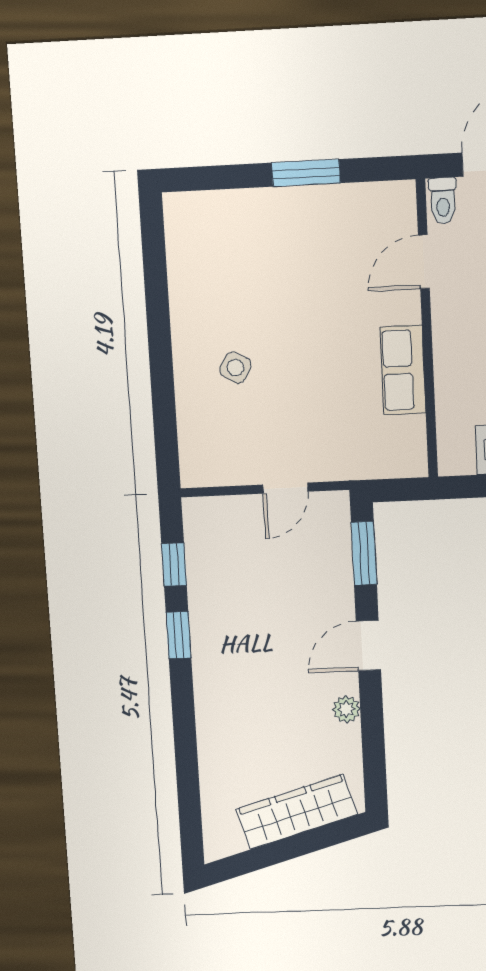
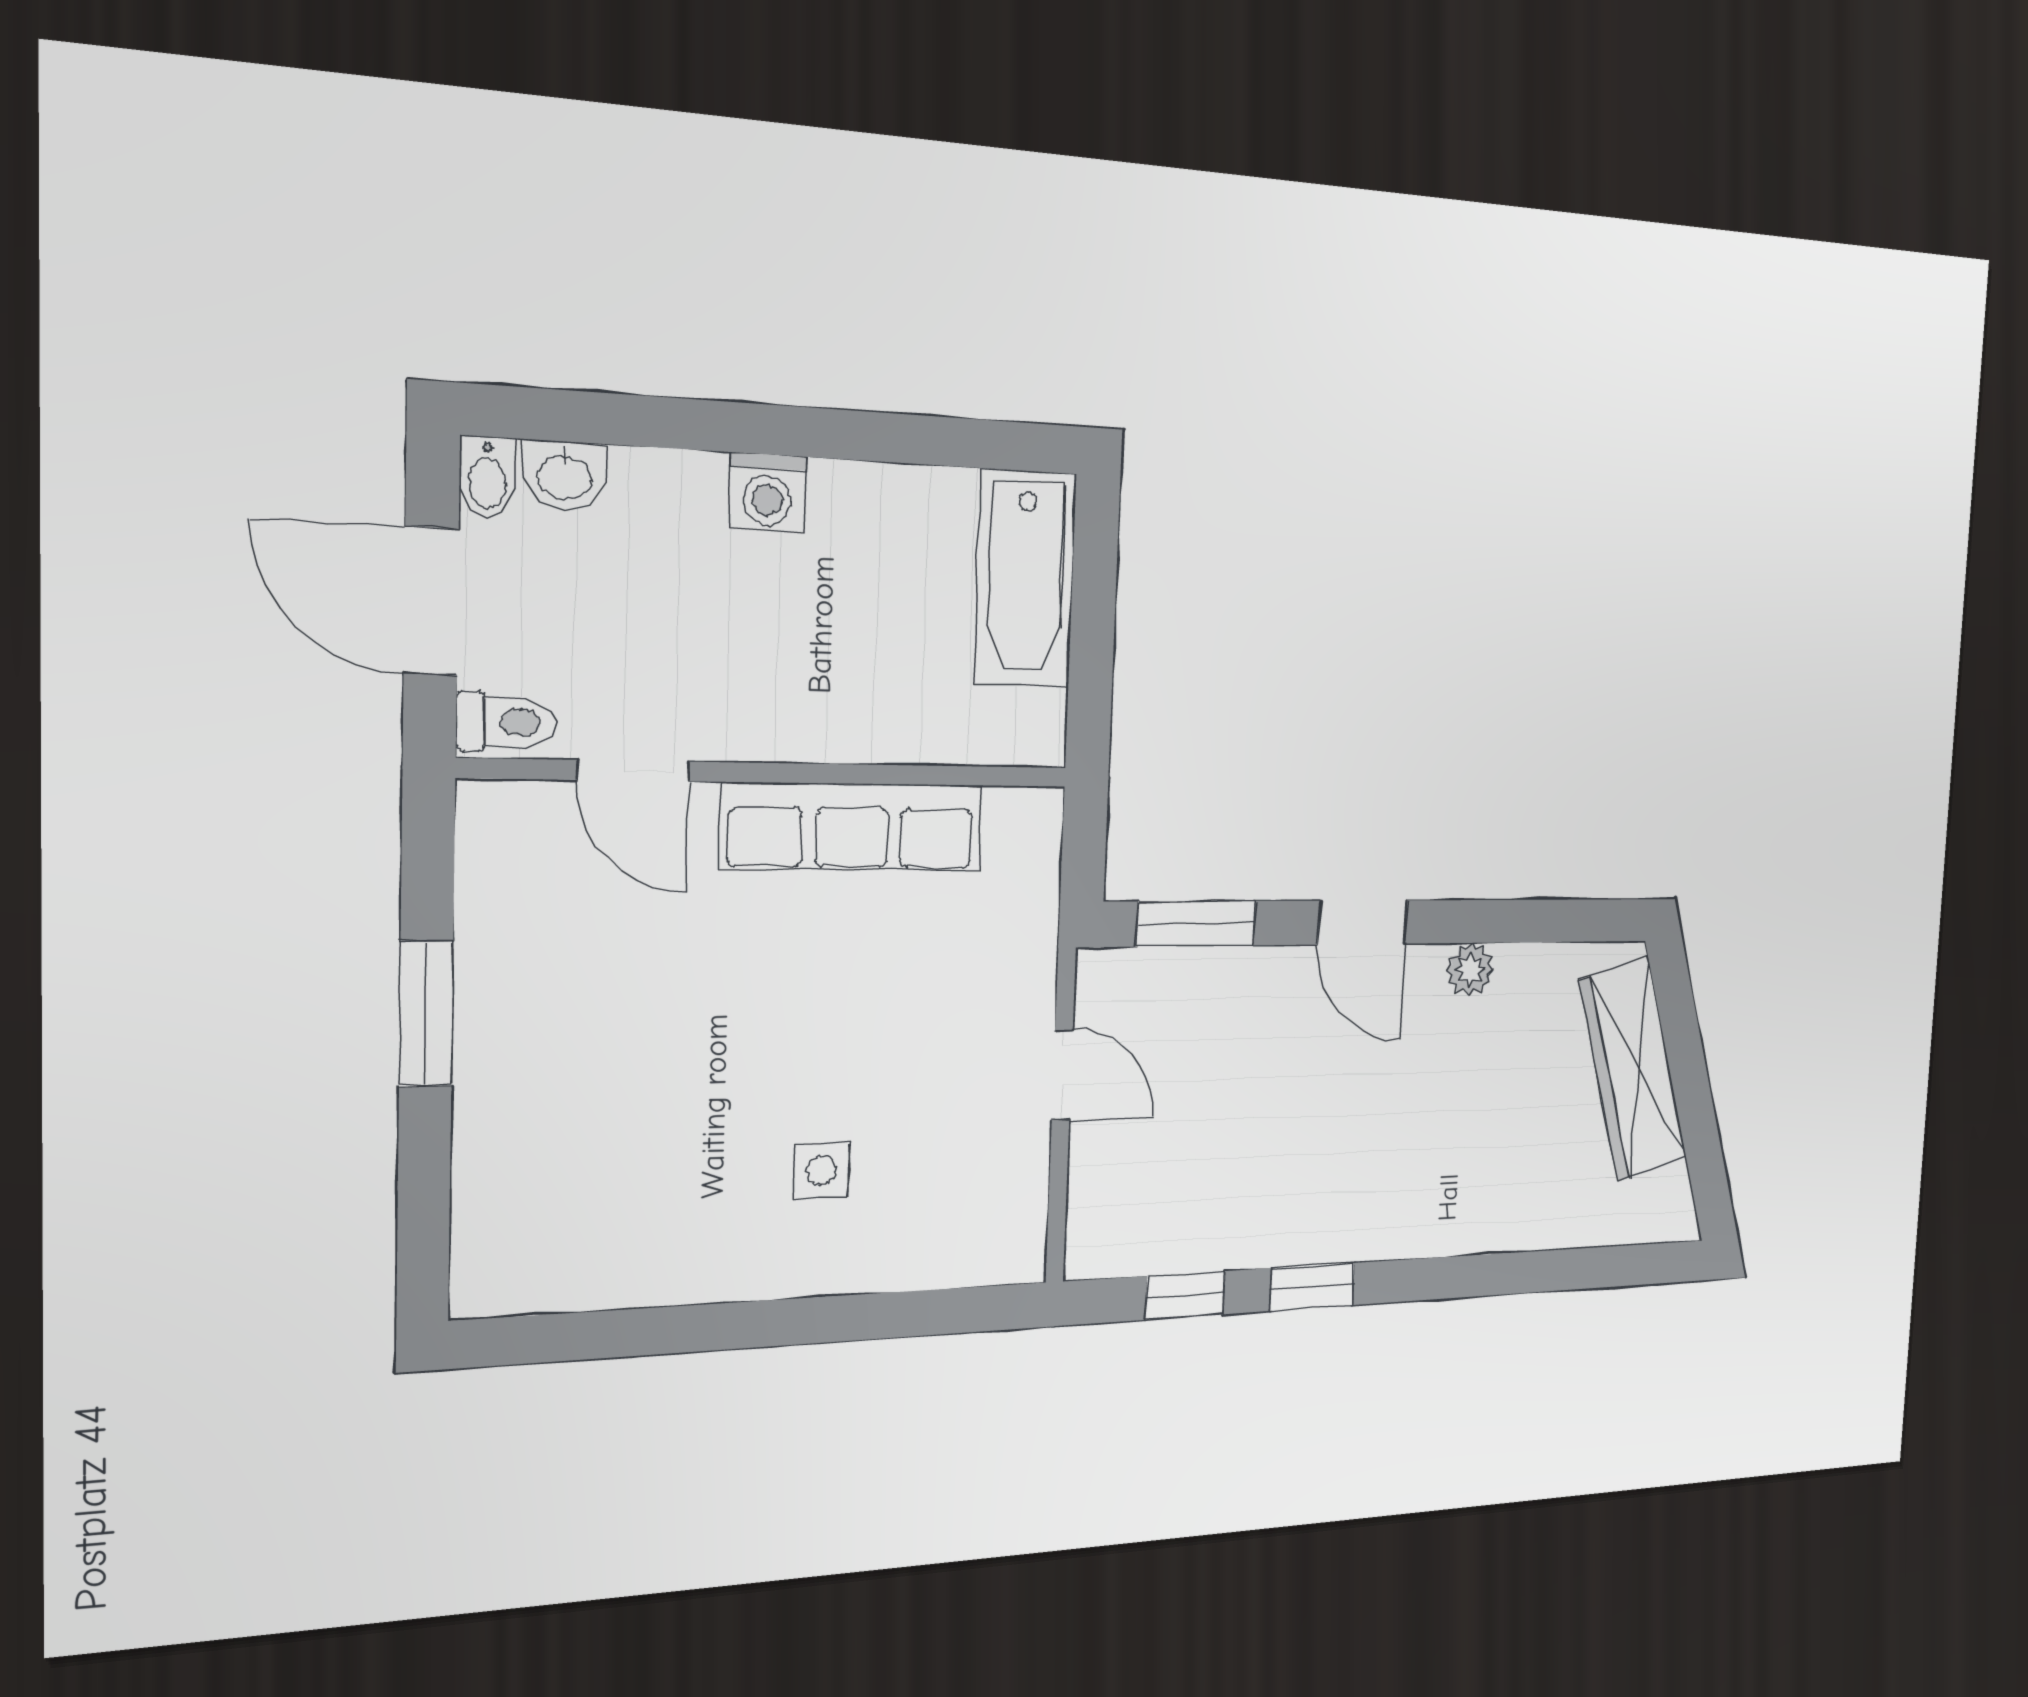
side table: (235, 368) -> (821, 1171), turned -30
row of seats: (403, 370) -> (852, 827), width x1.48

